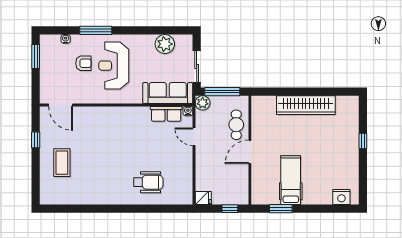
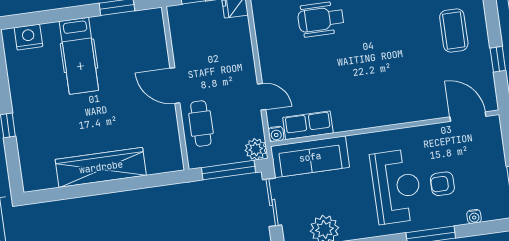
door: (250, 152) -> (175, 86), swing flipped
hospital bed: (291, 180) -> (79, 56), moved

